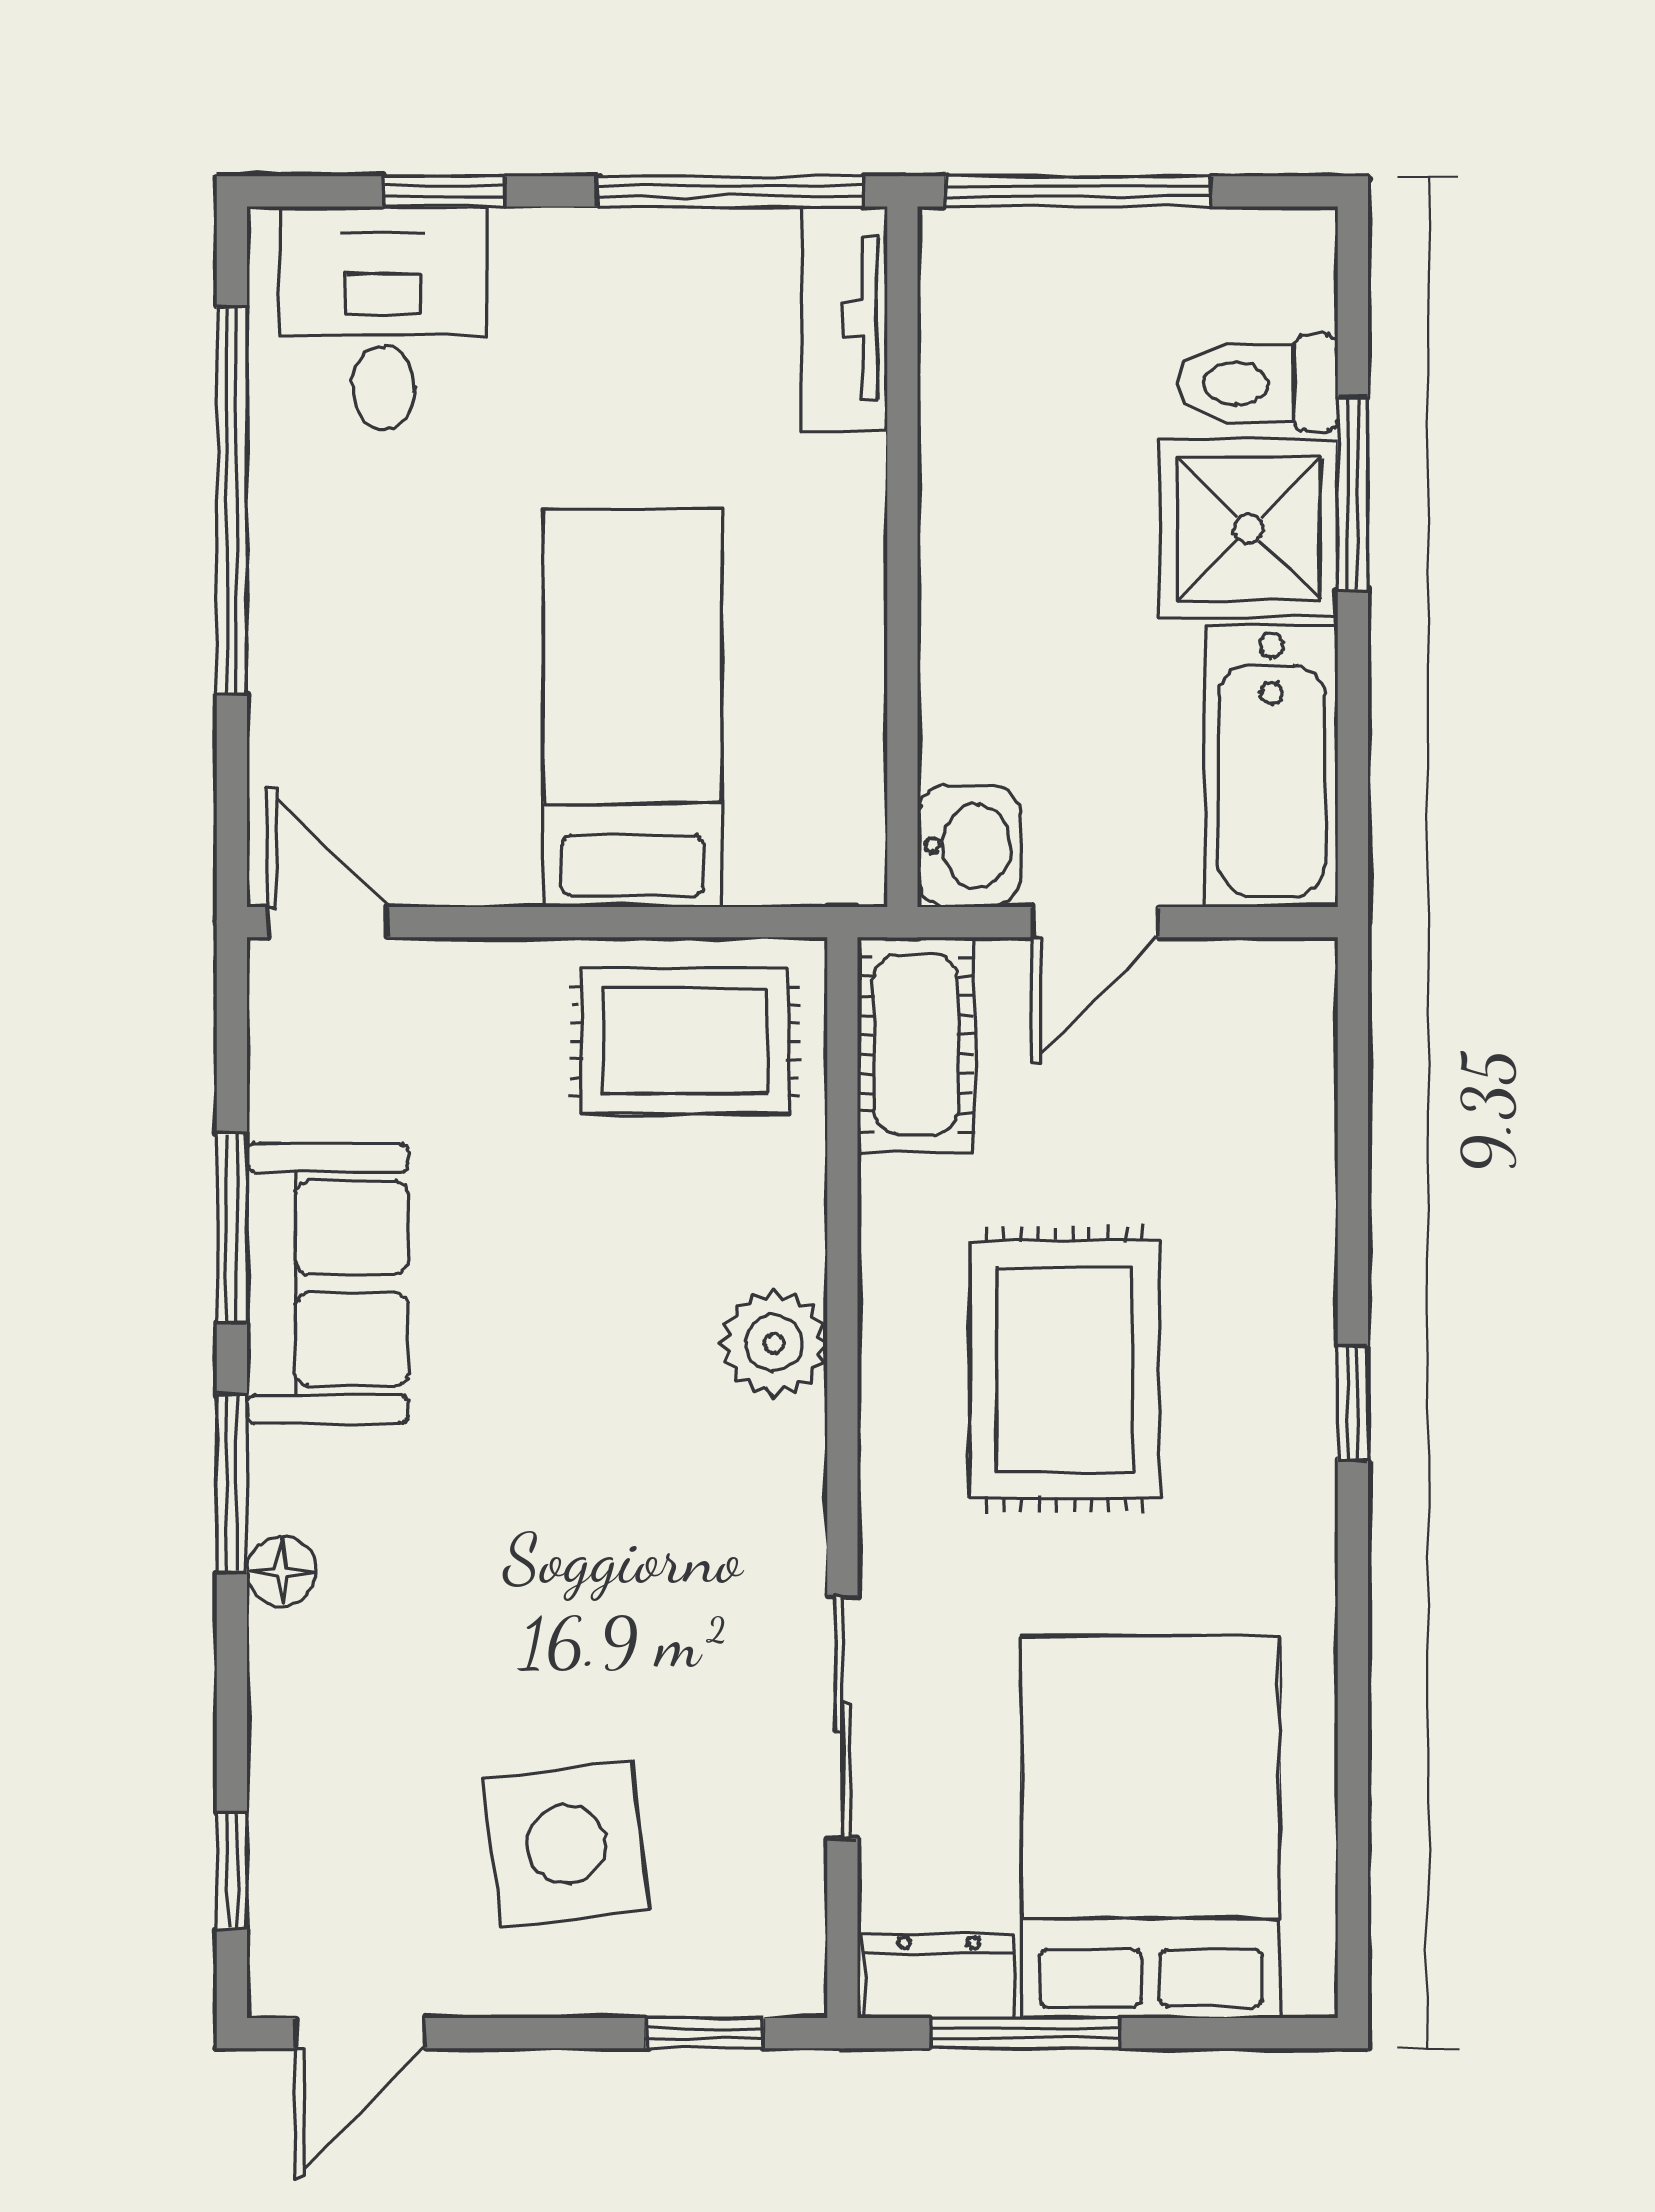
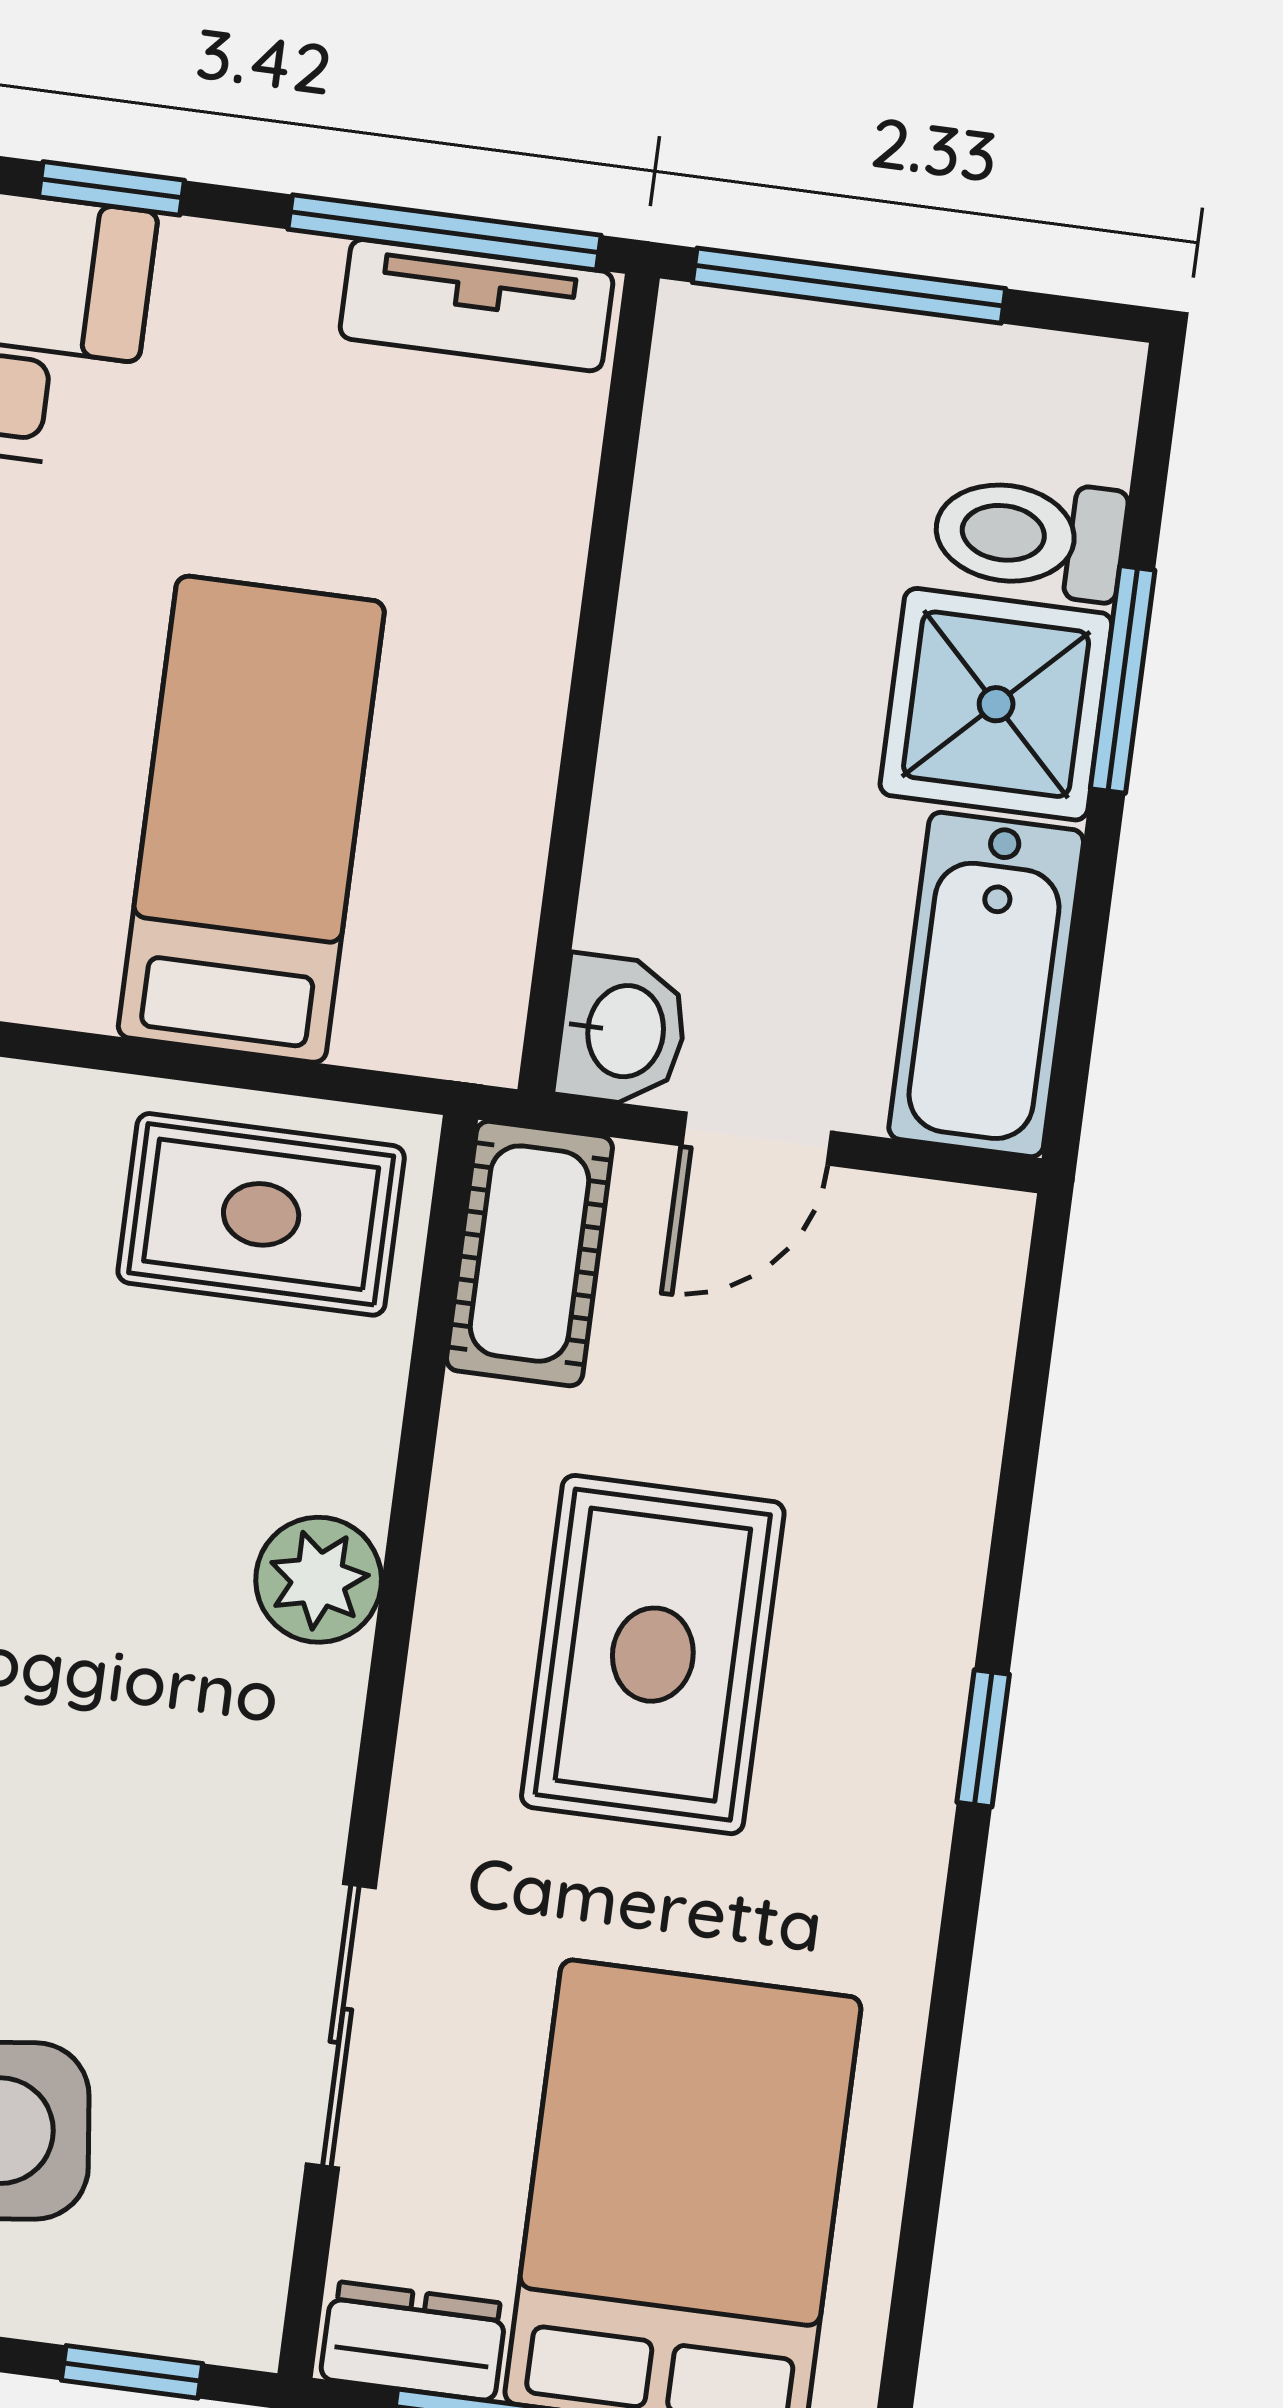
tv unit: (844, 319) -> (476, 305), moved, turned -90

